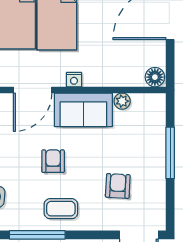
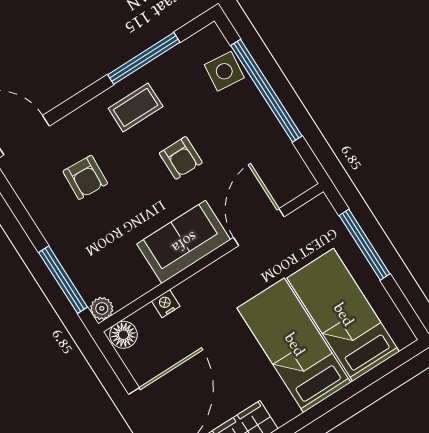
nightstand: (74, 80) -> (166, 304), moved
plant: (122, 101) -> (102, 308), moved
window: (170, 153) -> (63, 280), moved

